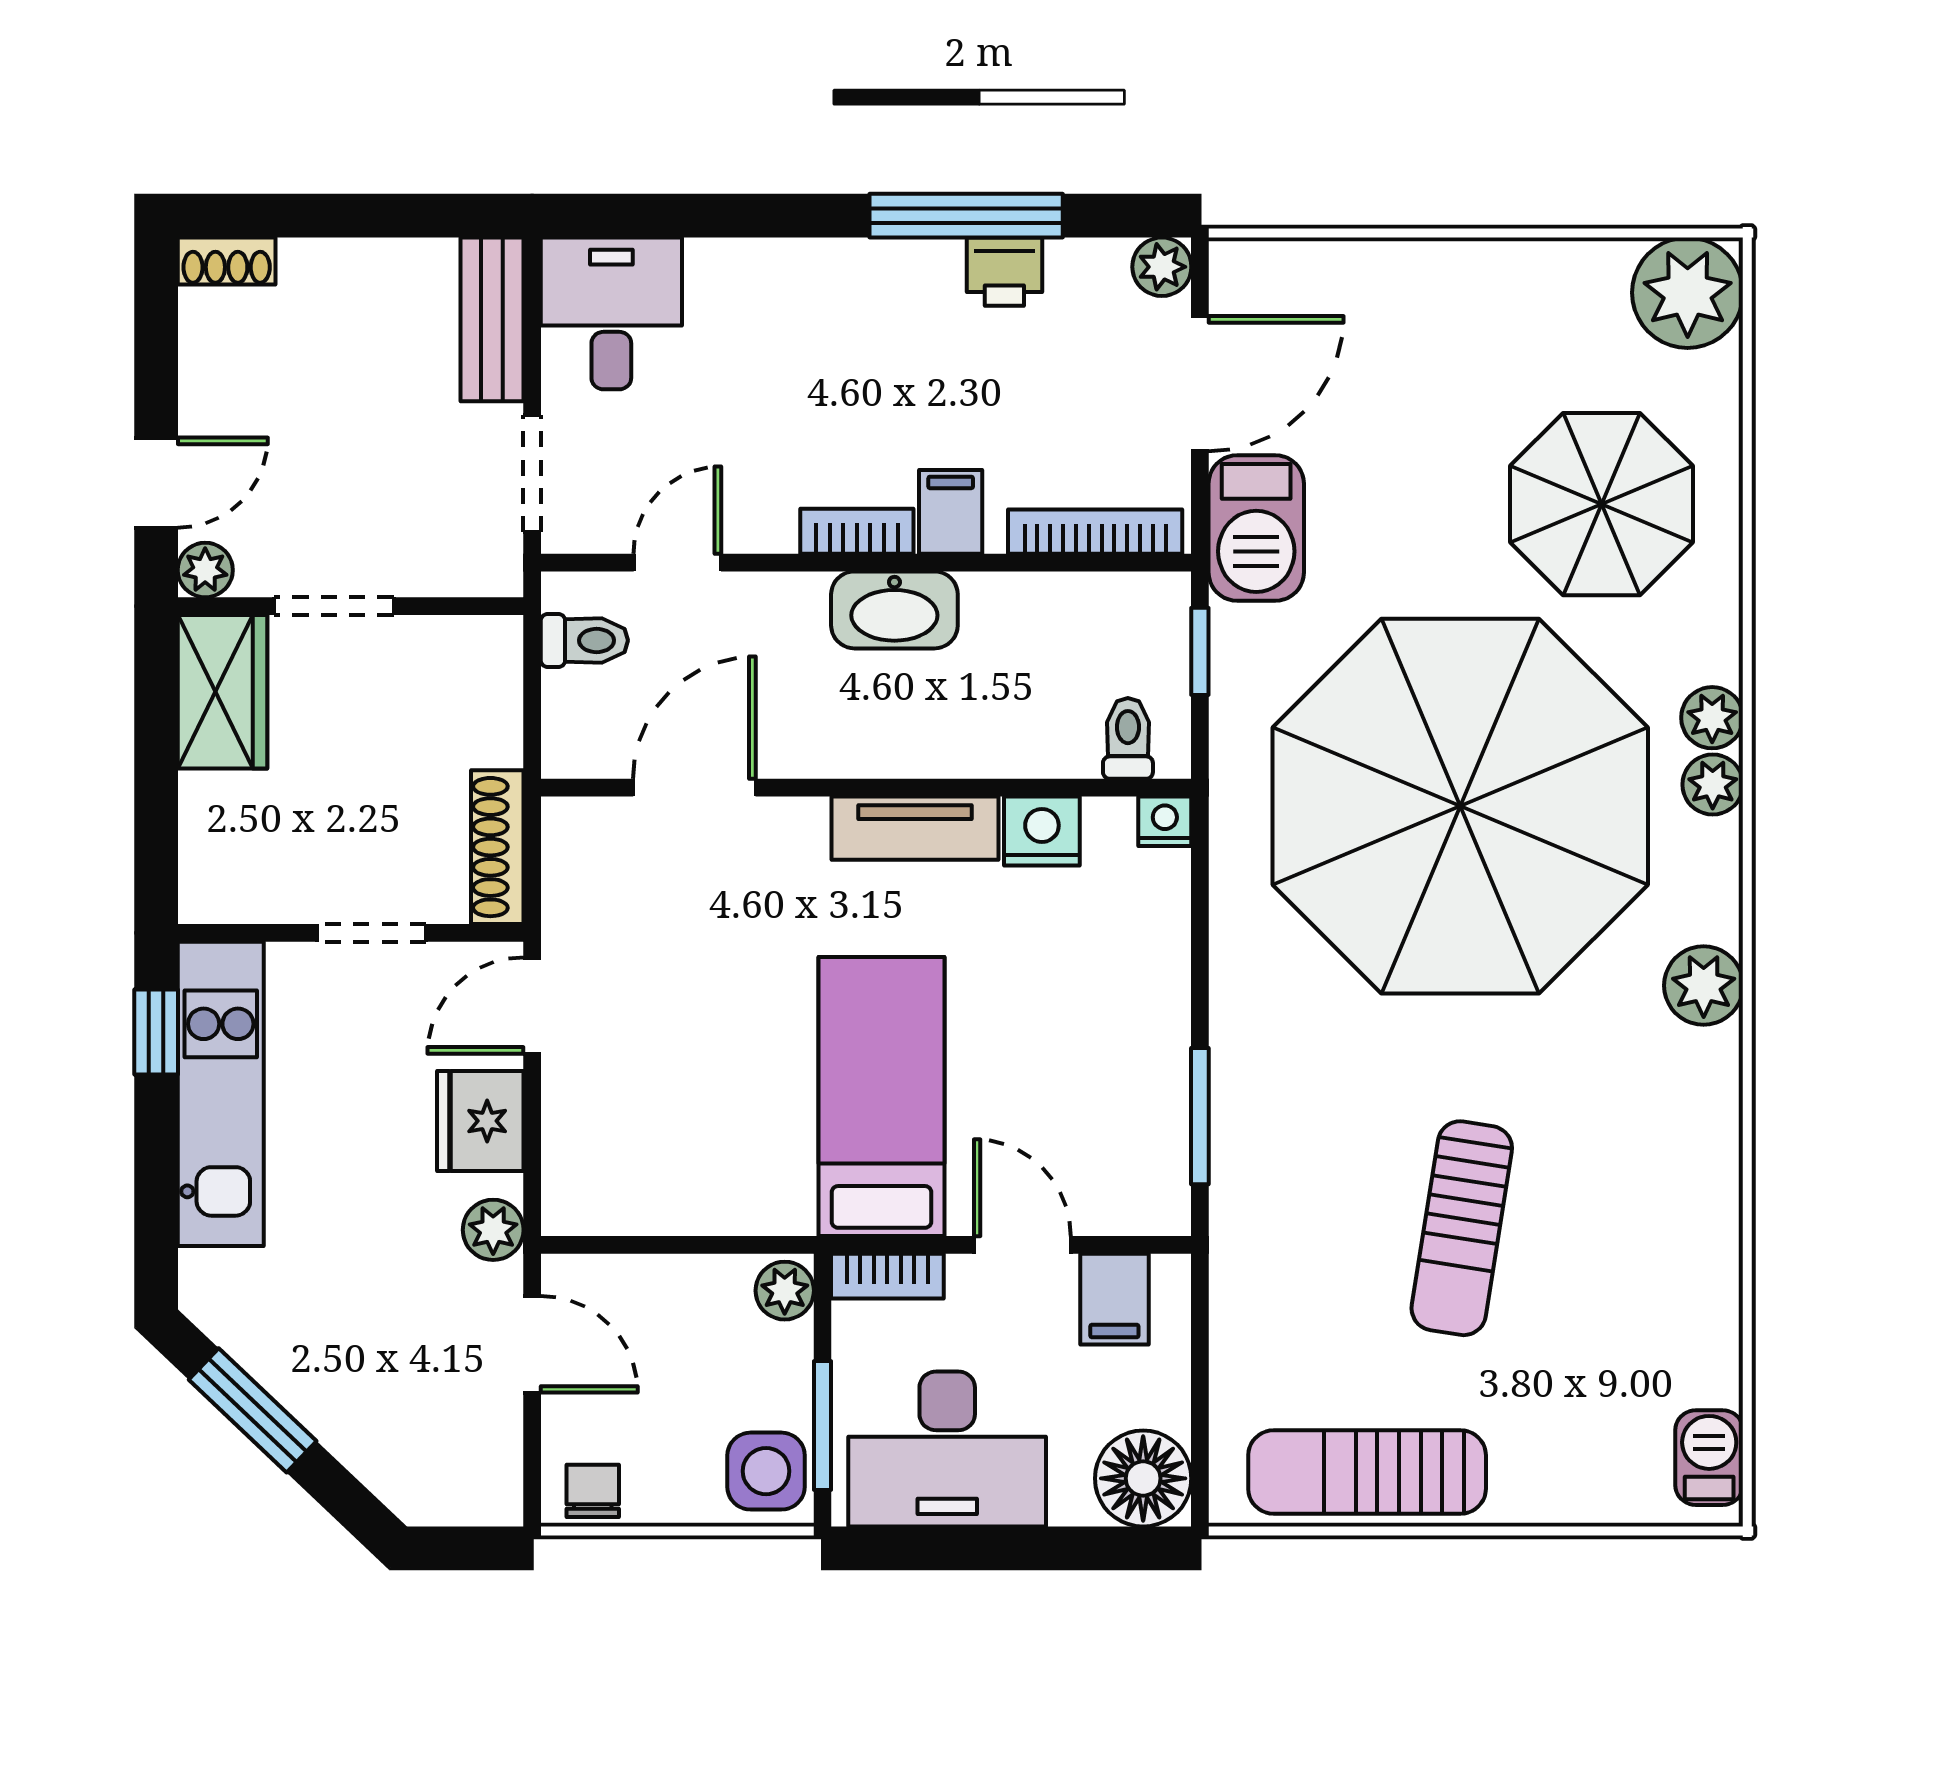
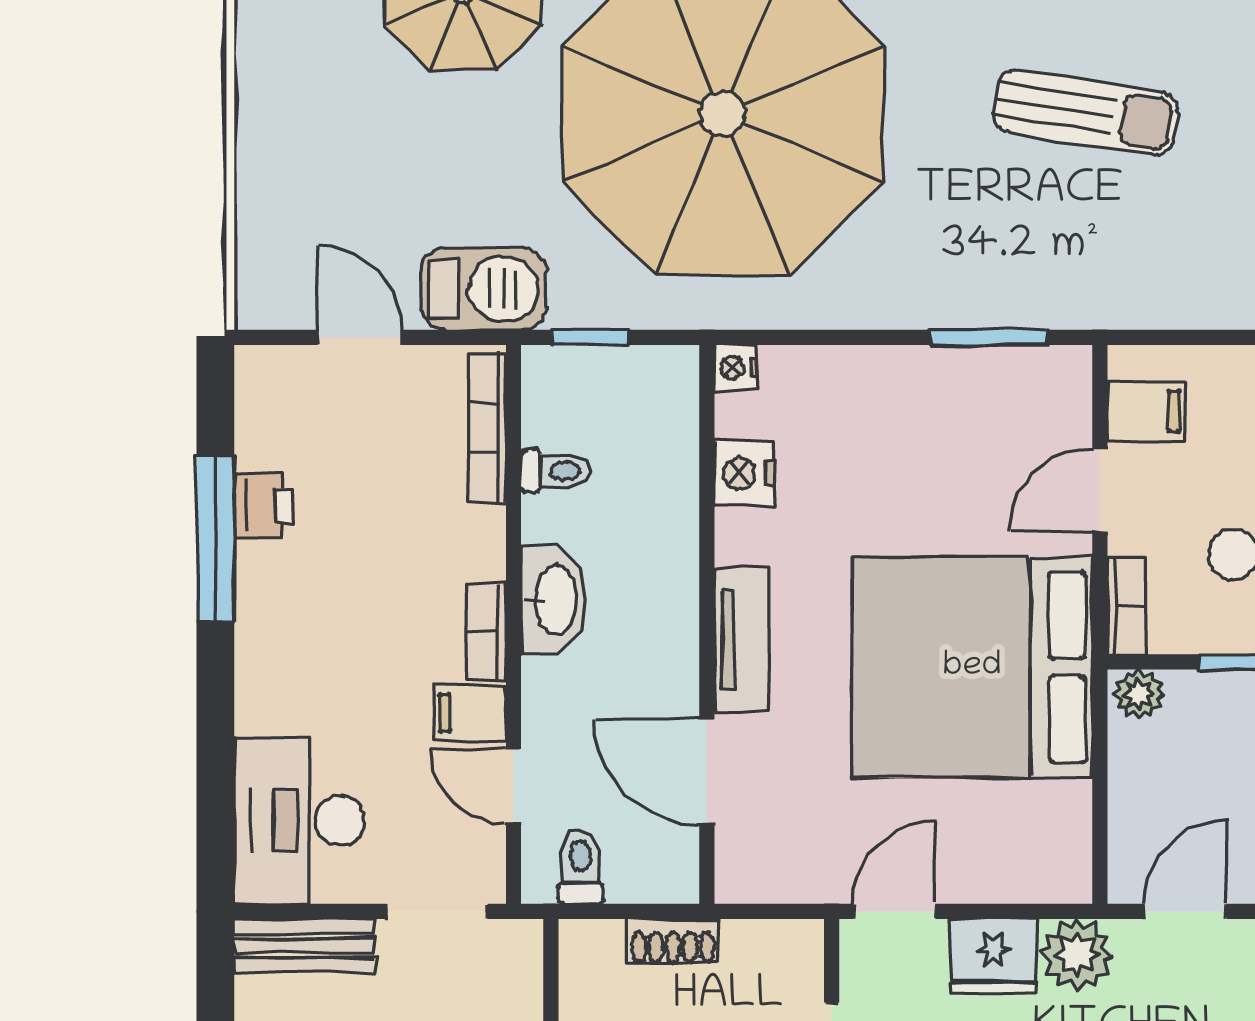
plant: (1162, 267) -> (259, 370), removed
desk: (611, 313) -> (299, 821), width x1.37
door: (1200, 384) -> (360, 337), width x0.73
filing cabinet: (951, 512) -> (470, 713), moved
toilet: (1128, 738) -> (556, 471), moved, turned 180
tv unit: (915, 828) -> (742, 640), moved
shoe rack: (497, 847) -> (673, 941), moved, width x0.70
door: (532, 1006) -> (894, 911), swing flipped
bed: (882, 1097) -> (972, 667), width x2.04
plant: (493, 1230) -> (1077, 955), width x1.38, depth x1.38

